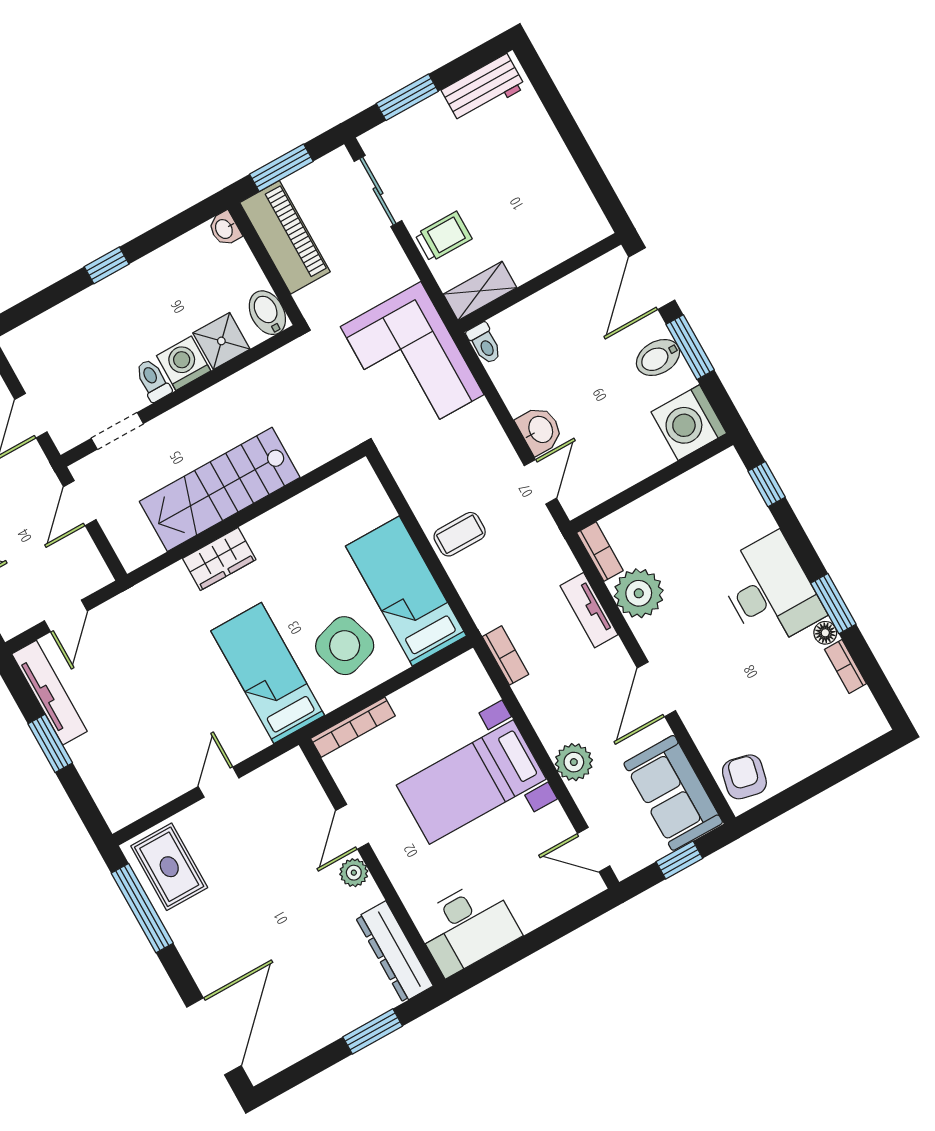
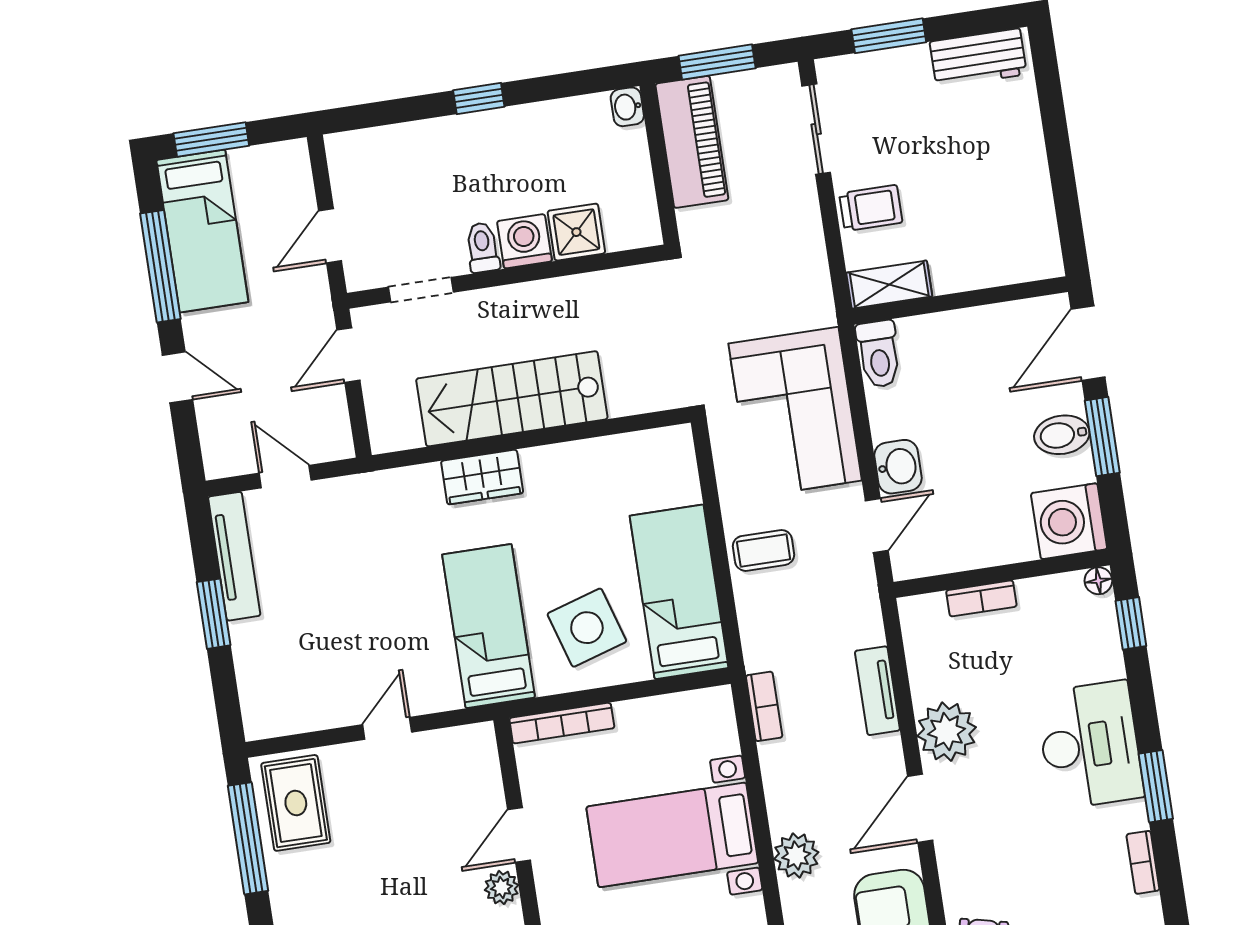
bidet: (267, 313) -> (640, 220), removed
toilet: (484, 343) -> (879, 354), width x1.37, depth x1.39
corner sofa: (412, 361) -> (795, 412), moved
bookcase: (600, 552) -> (981, 598), moved, turned 90
plant: (639, 593) -> (947, 732), moved
door: (66, 616) -> (285, 477), swing flipped
floor lamp: (825, 633) -> (1098, 581), moved

